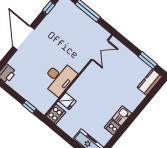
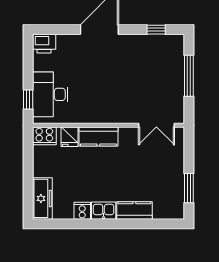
desk: (59, 78) -> (50, 94), moved, turned 90
kitchen counter: (150, 82) -> (134, 211), moved
kitchen counter: (80, 86) -> (98, 136), added

